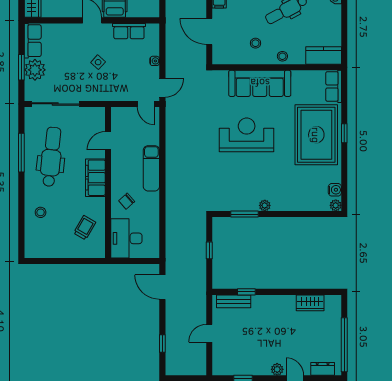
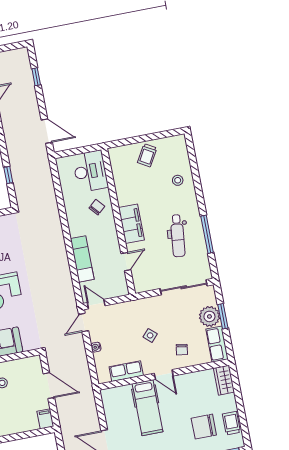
chair: (69, 42) -> (182, 350), added
dental chair: (51, 157) -> (178, 236), width x0.73, depth x0.72
exam couch: (151, 168) -> (82, 259), moved
trolley: (85, 228) -> (147, 155), moved

